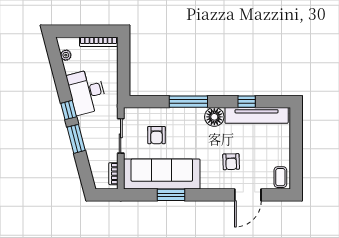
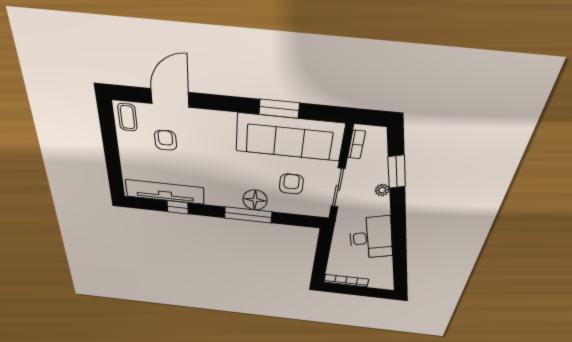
plant: (66, 55) -> (382, 190), moved
window: (69, 110) -> (398, 222), removed
floor lamp: (214, 117) -> (255, 200), moved
window: (76, 139) -> (397, 172), moved
armchair: (231, 162) -> (166, 140), moved

